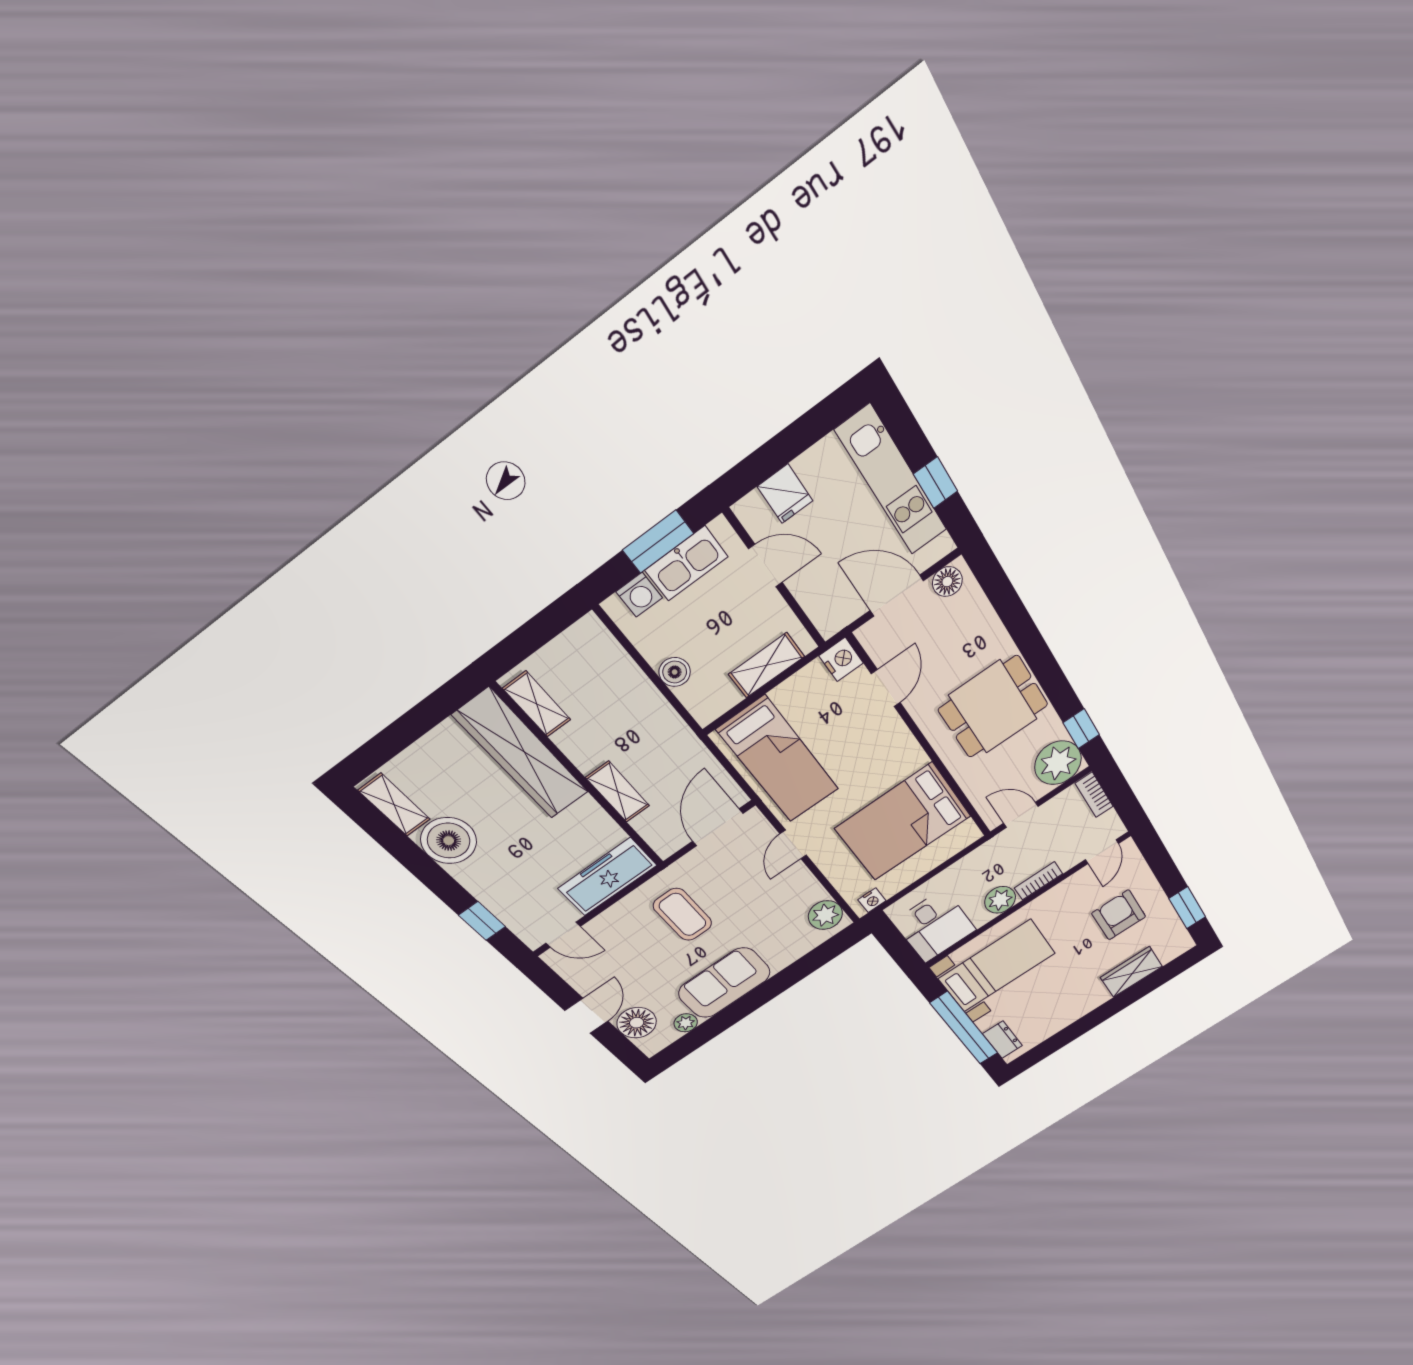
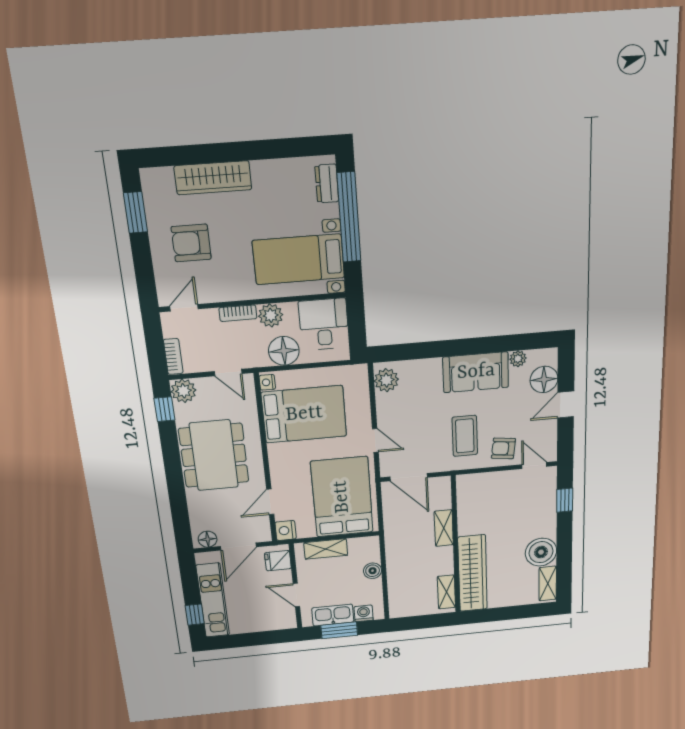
window: (936, 483) -> (195, 615), moved
fridge: (785, 494) -> (278, 561), moved, turned -90
door: (897, 596) -> (238, 547), hinge flipped
dining table: (993, 707) -> (214, 455), width x1.38
bed: (778, 760) -> (342, 497), width x1.50
plant: (1058, 763) -> (183, 391), width x0.73, depth x0.73
door: (718, 827) -> (409, 477), hinge flipped
door: (793, 844) -> (375, 440), hinge flipped
floor lamp: (966, 875) -> (284, 351), added
freezer: (607, 877) -> (485, 485), removed
nightstand: (872, 900) -> (267, 382), moved, turned -90
armchair: (1119, 915) -> (191, 243), turned 90
armchair: (621, 930) -> (503, 448), added
wardrobe: (1131, 972) -> (213, 178), width x1.50

